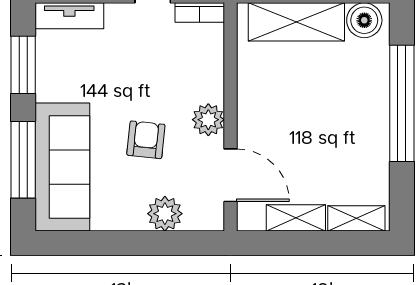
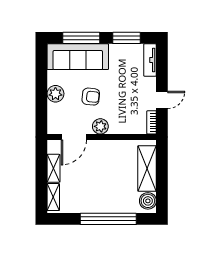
plant: (165, 214) -> (55, 94), moved

